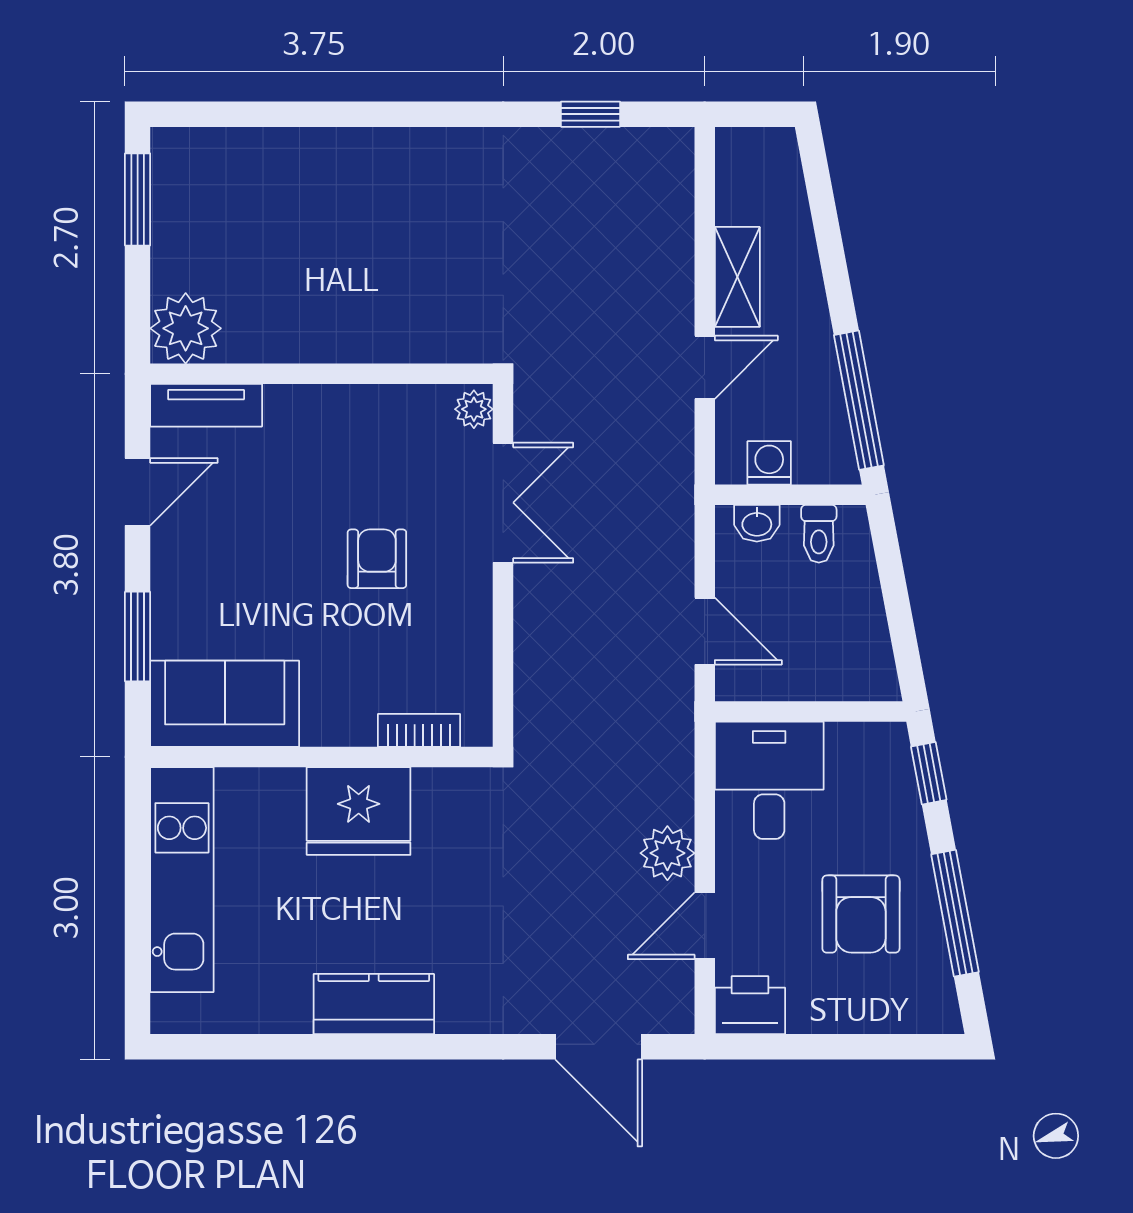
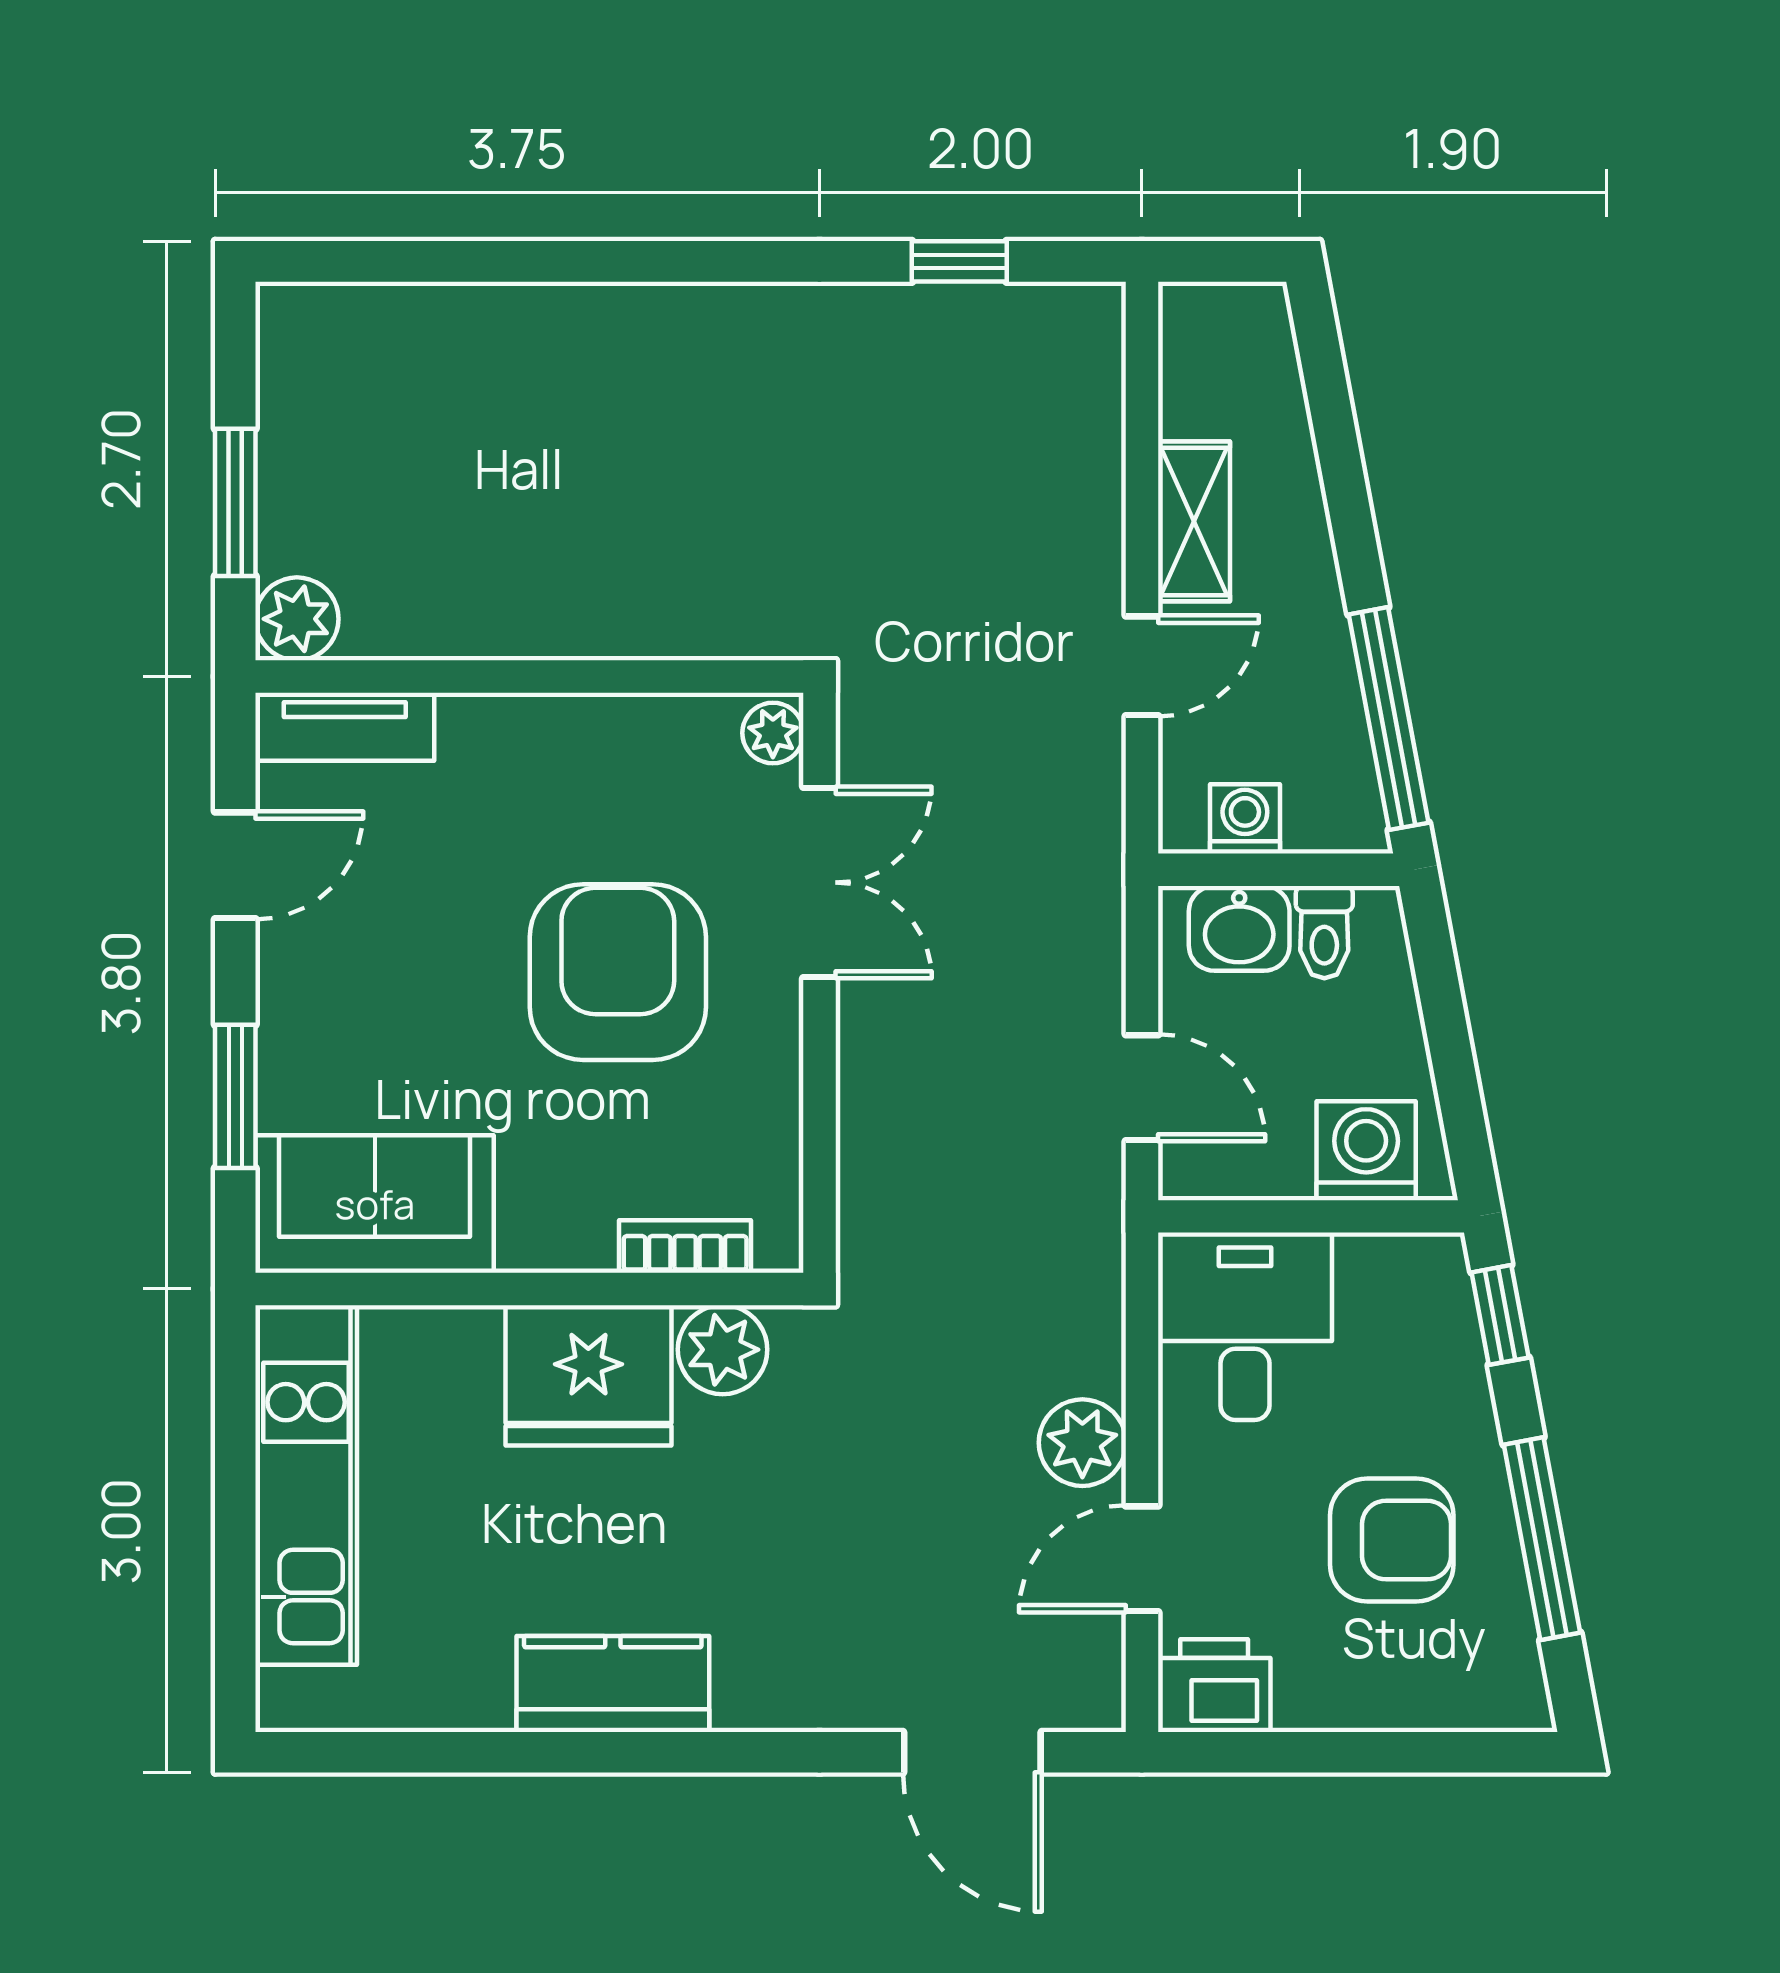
window: (138, 199) -> (235, 502), moved
plant: (186, 328) -> (297, 619), width x0.73, depth x0.73
washbasin: (757, 523) -> (1239, 928), width x1.38, depth x1.45
armchair: (377, 559) -> (618, 972), width x1.88, depth x1.88
washing machine: (845, 670) -> (1366, 1151), added
plant: (442, 795) -> (723, 1350), added
armchair: (861, 914) -> (1392, 1540), turned -90

